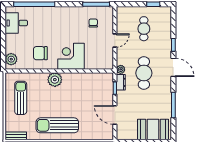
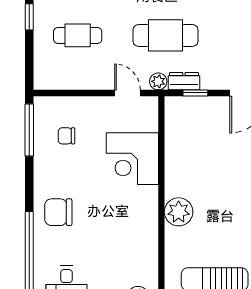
door: (115, 40) -> (127, 93), moved
chair: (40, 53) -> (58, 212), moved, turned 90
corner desk: (71, 56) -> (132, 159), moved

